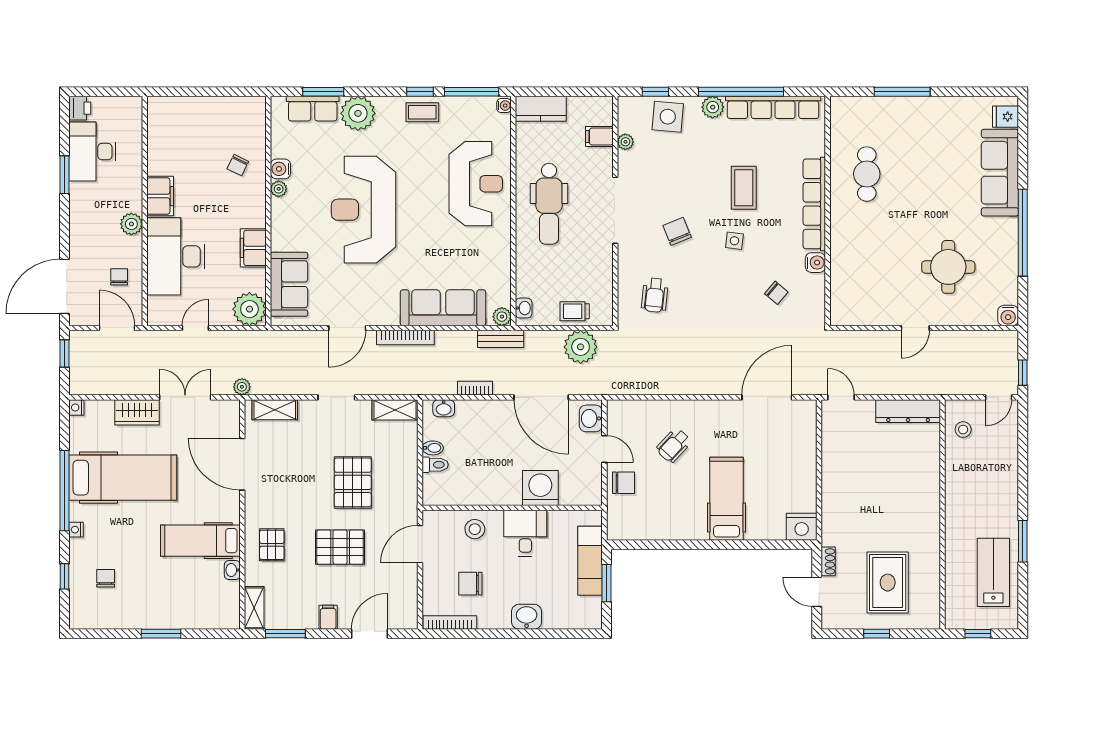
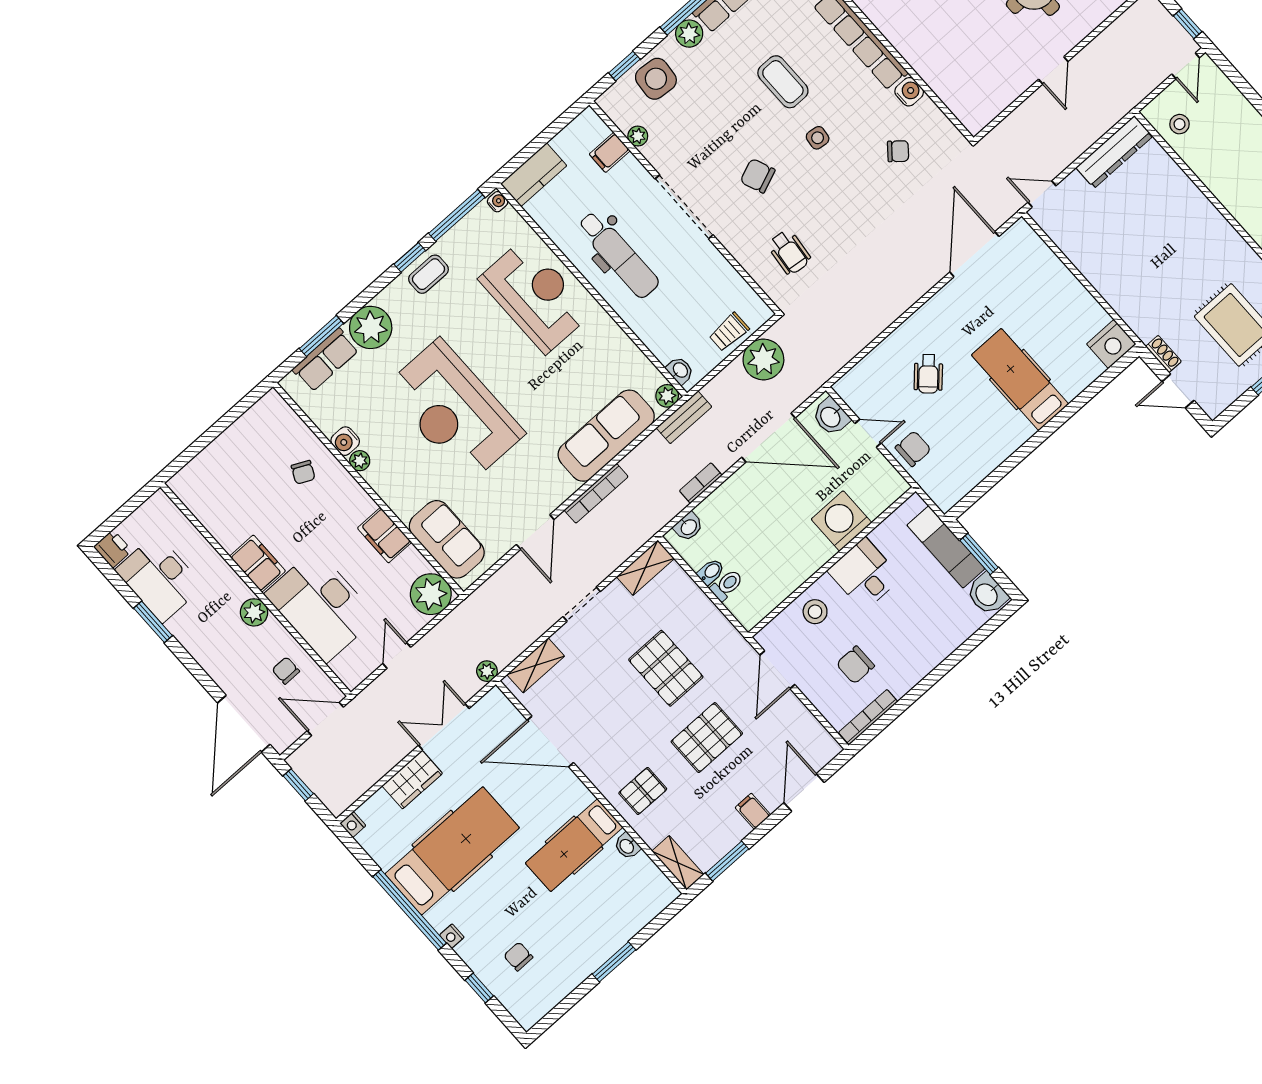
pallet: (272, 545) -> (643, 791), turned 90
washbasin: (527, 617) -> (987, 594), moved, turned -90

